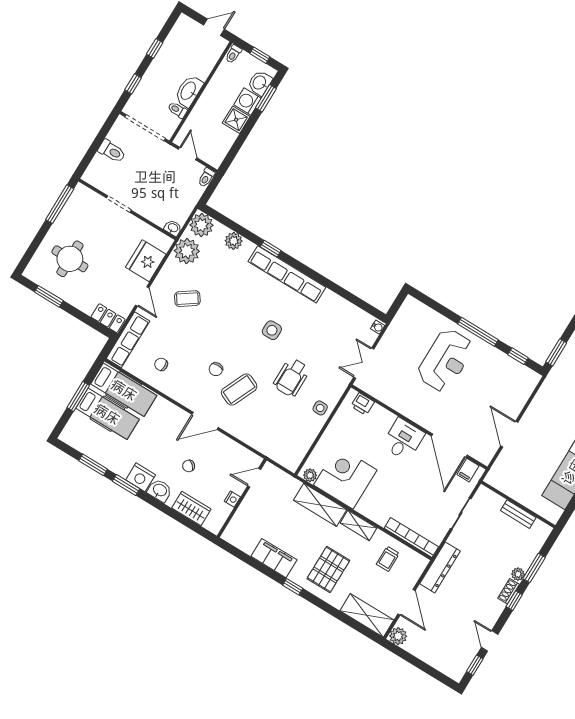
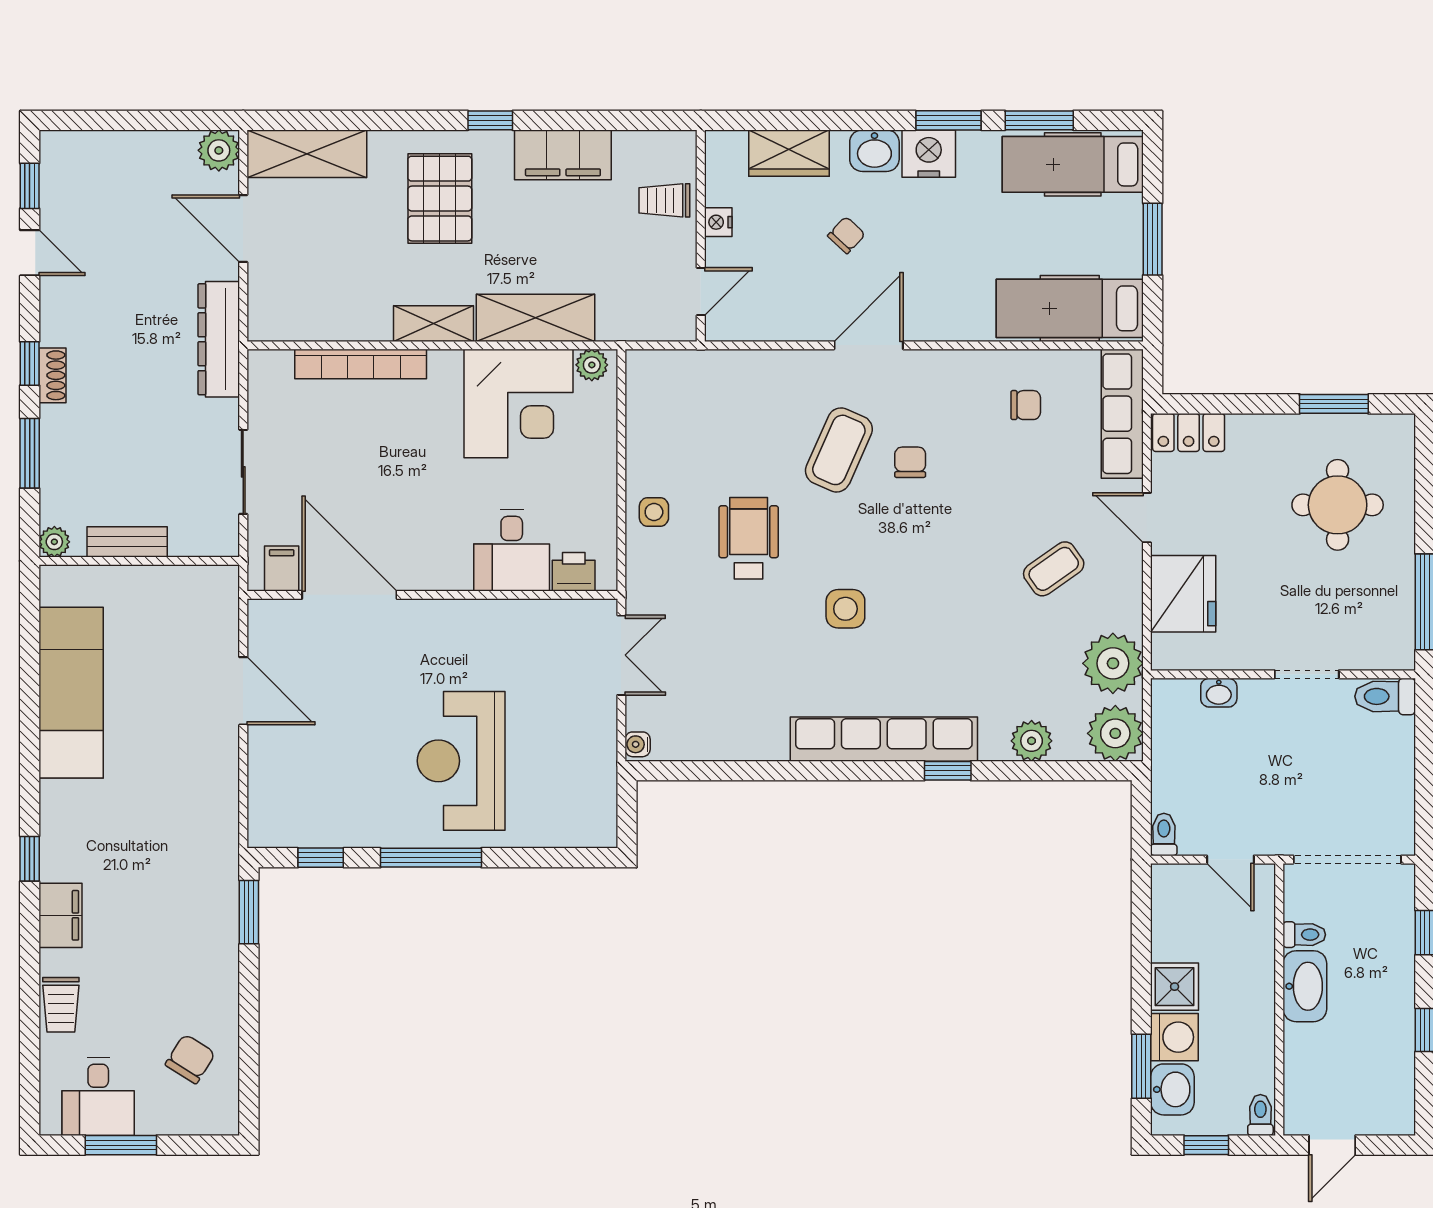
toilet: (112, 151) -> (1385, 696), moved
washbasin: (173, 228) -> (1219, 693), moved
hospital bed: (107, 414) -> (1073, 164), moved
desk: (403, 440) -> (512, 550), moved
bookcase: (411, 538) -> (361, 364), moved
trolley: (388, 559) -> (664, 200), moved, turned -90
plant: (518, 574) -> (54, 542), moved

